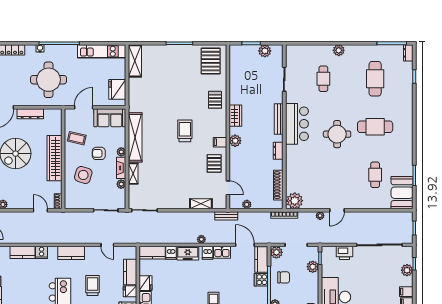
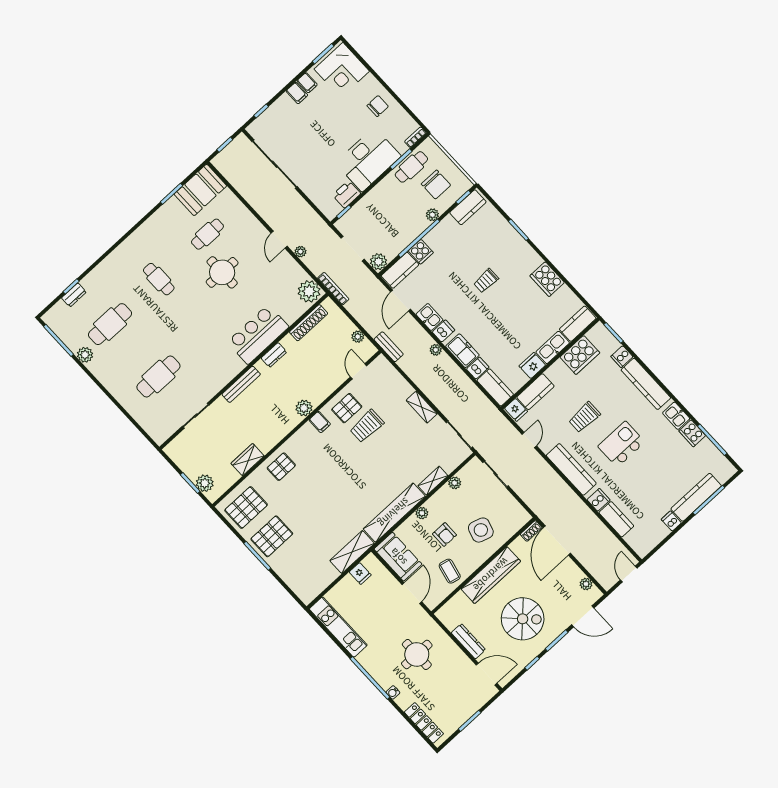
plant: (339, 50) -> (85, 355), moved
plant: (265, 51) -> (205, 483), moved
dresser: (408, 53) -> (74, 295), moved
shelving: (135, 61) -> (352, 552), moved
pallet: (183, 61) -> (272, 536), added
cafe table: (323, 79) -> (158, 377), width x1.37, depth x1.35
round table: (49, 80) -> (417, 654), width x0.73, depth x0.73
fridge: (117, 89) -> (360, 573), width x0.53, depth x0.75
door: (84, 107) -> (412, 593), swing flipped
wardrobe: (235, 116) -> (248, 460), moved
bar counter: (297, 124) -> (258, 334), moved
cafe table: (375, 127) -> (159, 279), width x0.73, depth x0.74
trolley: (185, 131) -> (367, 426), moved
round table: (337, 134) -> (222, 272), moved
fireplace: (121, 168) -> (438, 498), removed
shelving: (201, 204) -> (422, 407), moved
door: (40, 210) -> (557, 541), width x1.87
door: (337, 210) -> (279, 240), swing flipped
kitchen counter: (71, 253) -> (571, 469), width x1.50
printer: (344, 253) -> (347, 194), moved, turned -90
plant: (313, 267) -> (359, 211), removed
plant: (407, 270) -> (274, 112), removed
chair: (284, 277) -> (397, 231), removed
fridge: (130, 291) -> (516, 410), moved

